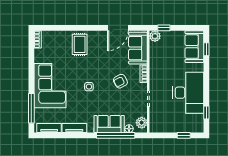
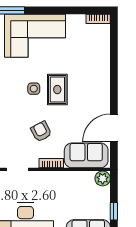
door: (118, 28) -> (114, 128), hinge flipped
window: (164, 28) -> (114, 211), moved
rug: (80, 44) -> (57, 90), moved, turned 90

